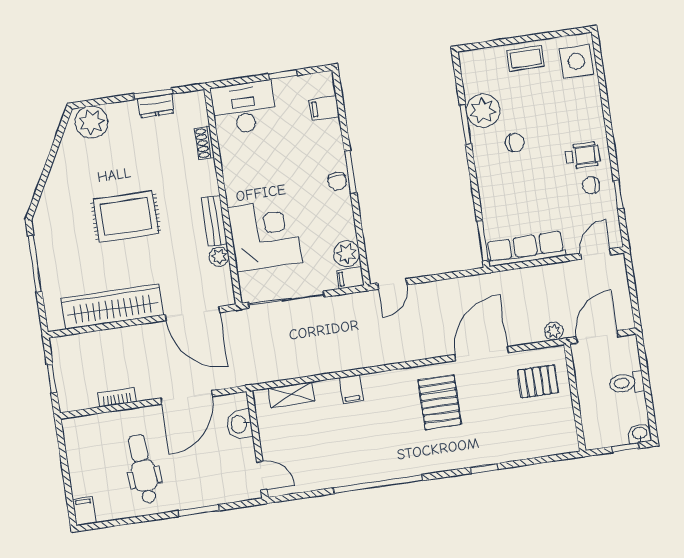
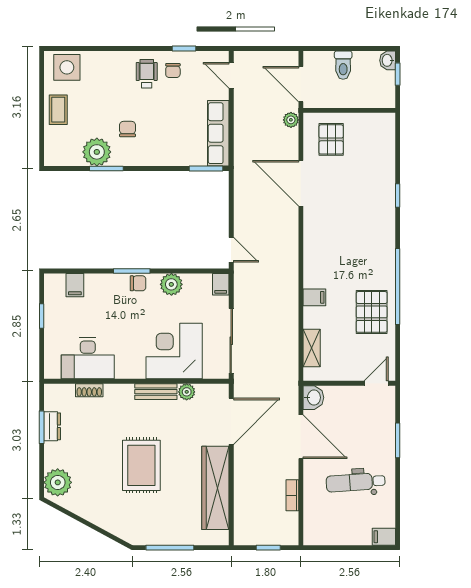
desk: (244, 108) -> (88, 358), moved, turned -90
plant: (347, 254) -> (171, 284), moved
pallet: (440, 402) -> (372, 312), moved, turned 90
washbasin: (239, 424) -> (313, 398), moved, turned -90

